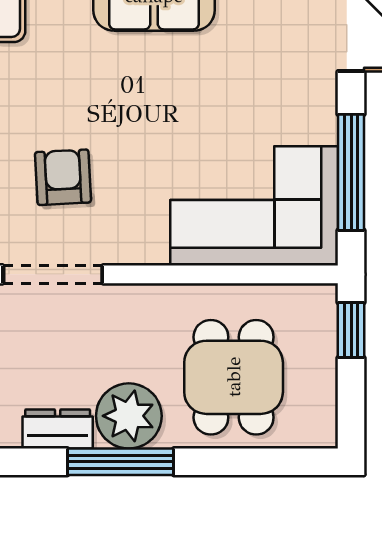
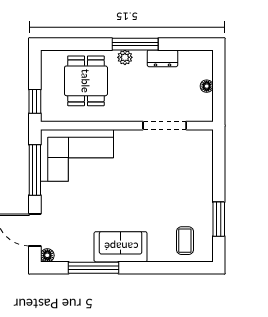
armchair: (63, 177) -> (160, 168), removed
plant: (129, 416) -> (125, 57), width x0.53, depth x0.53

